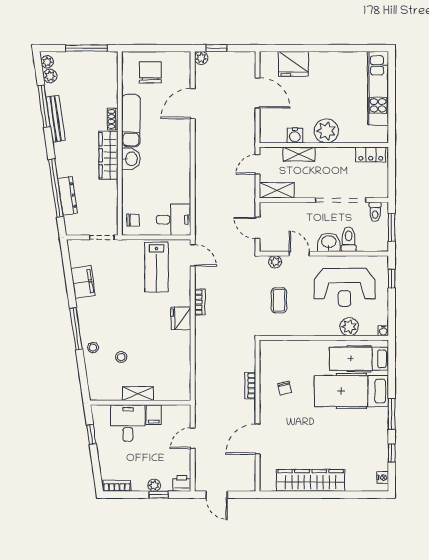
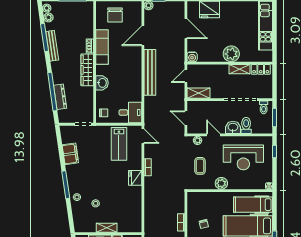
chair: (150, 72) -> (115, 15), turned 180
water cooler: (295, 136) -> (192, 57), moved
shelving: (299, 154) -> (240, 69), moved
washbasin: (131, 159) -> (102, 83), moved
bench: (203, 159) -> (150, 72), added
plant: (349, 327) -> (221, 183), moved

